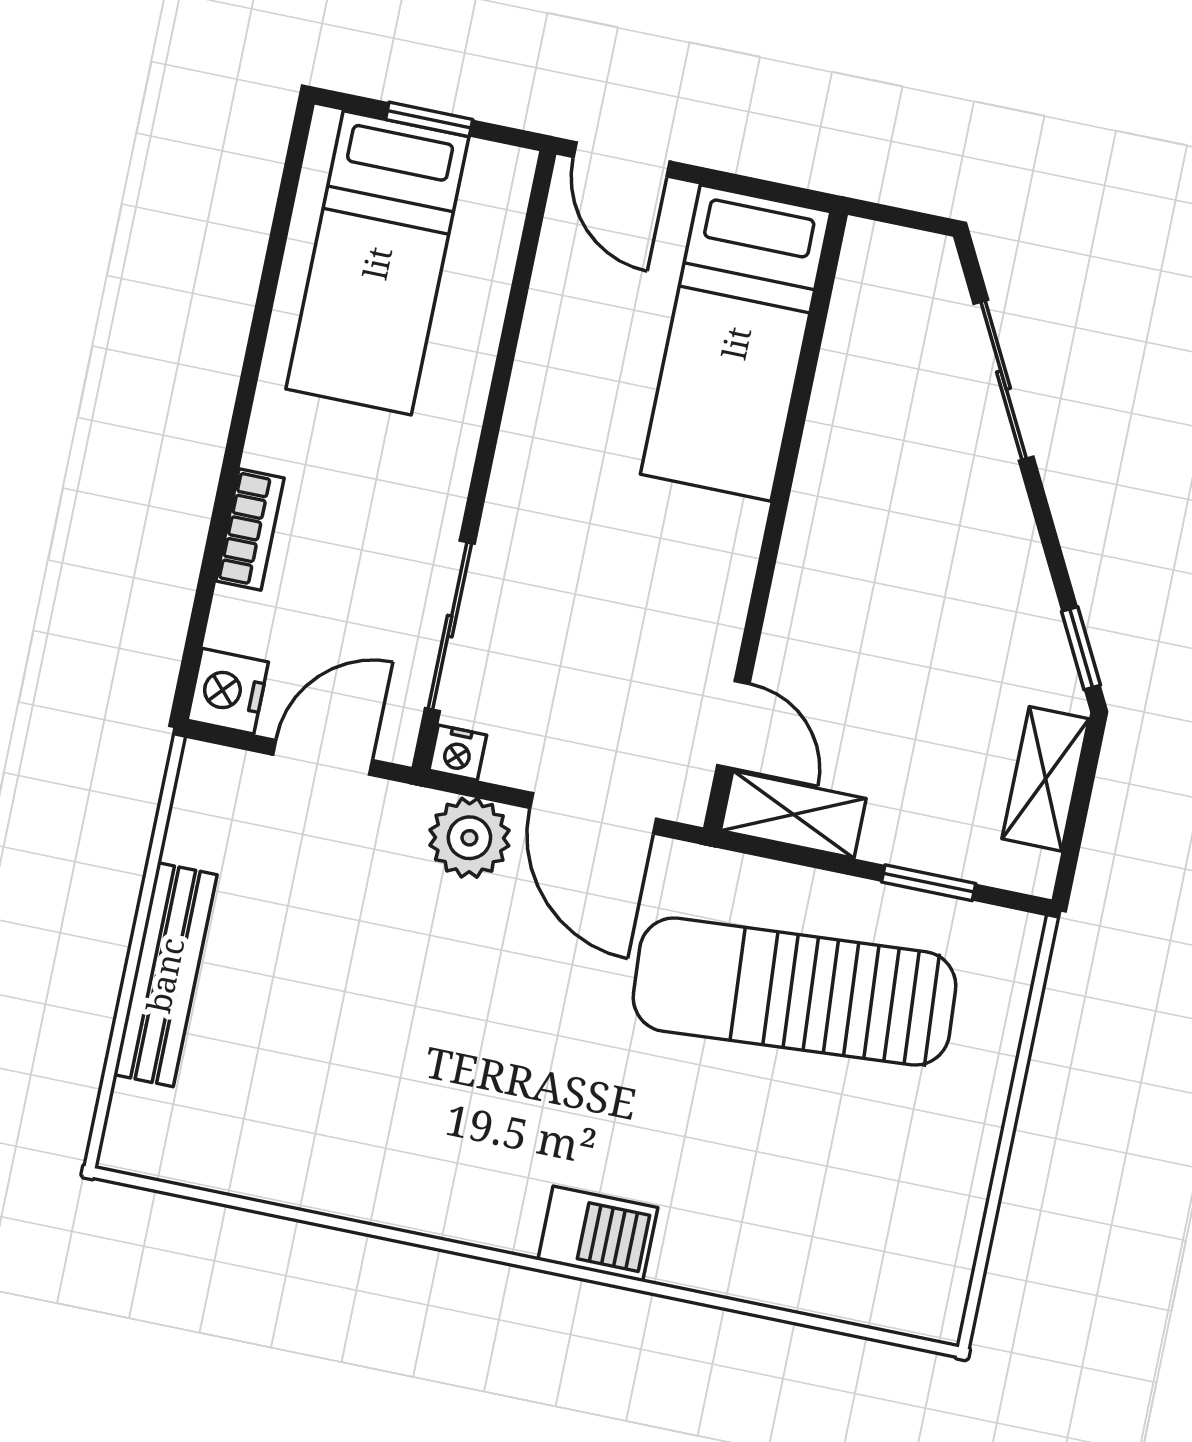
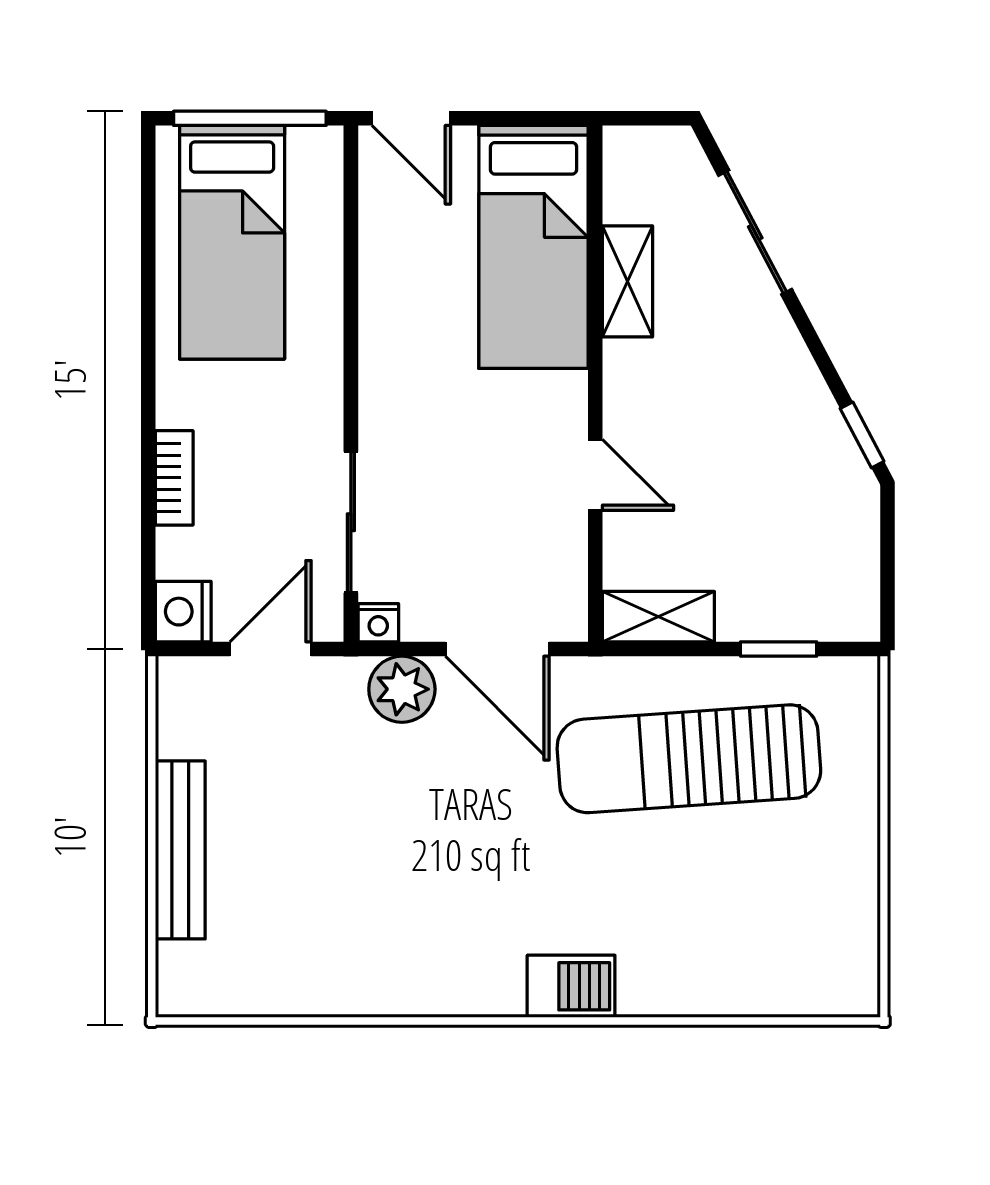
window: (429, 119) -> (250, 118), width x2.17
door: (733, 725) -> (595, 475), moved
shelving: (1045, 779) -> (628, 281), moved

